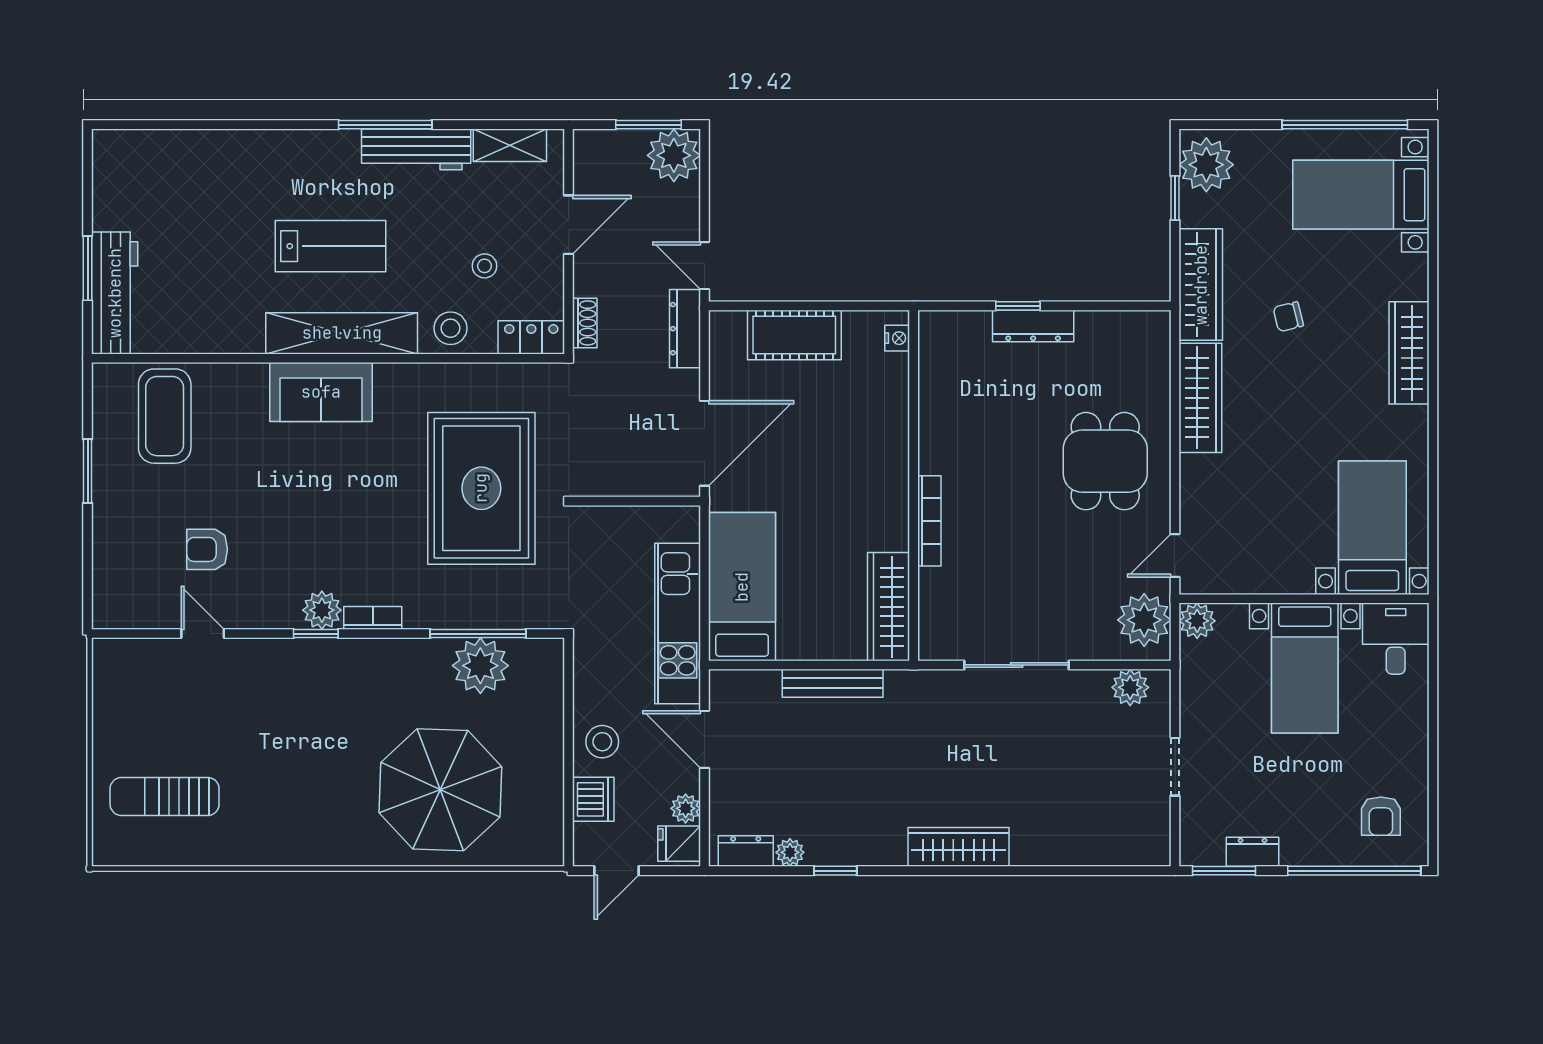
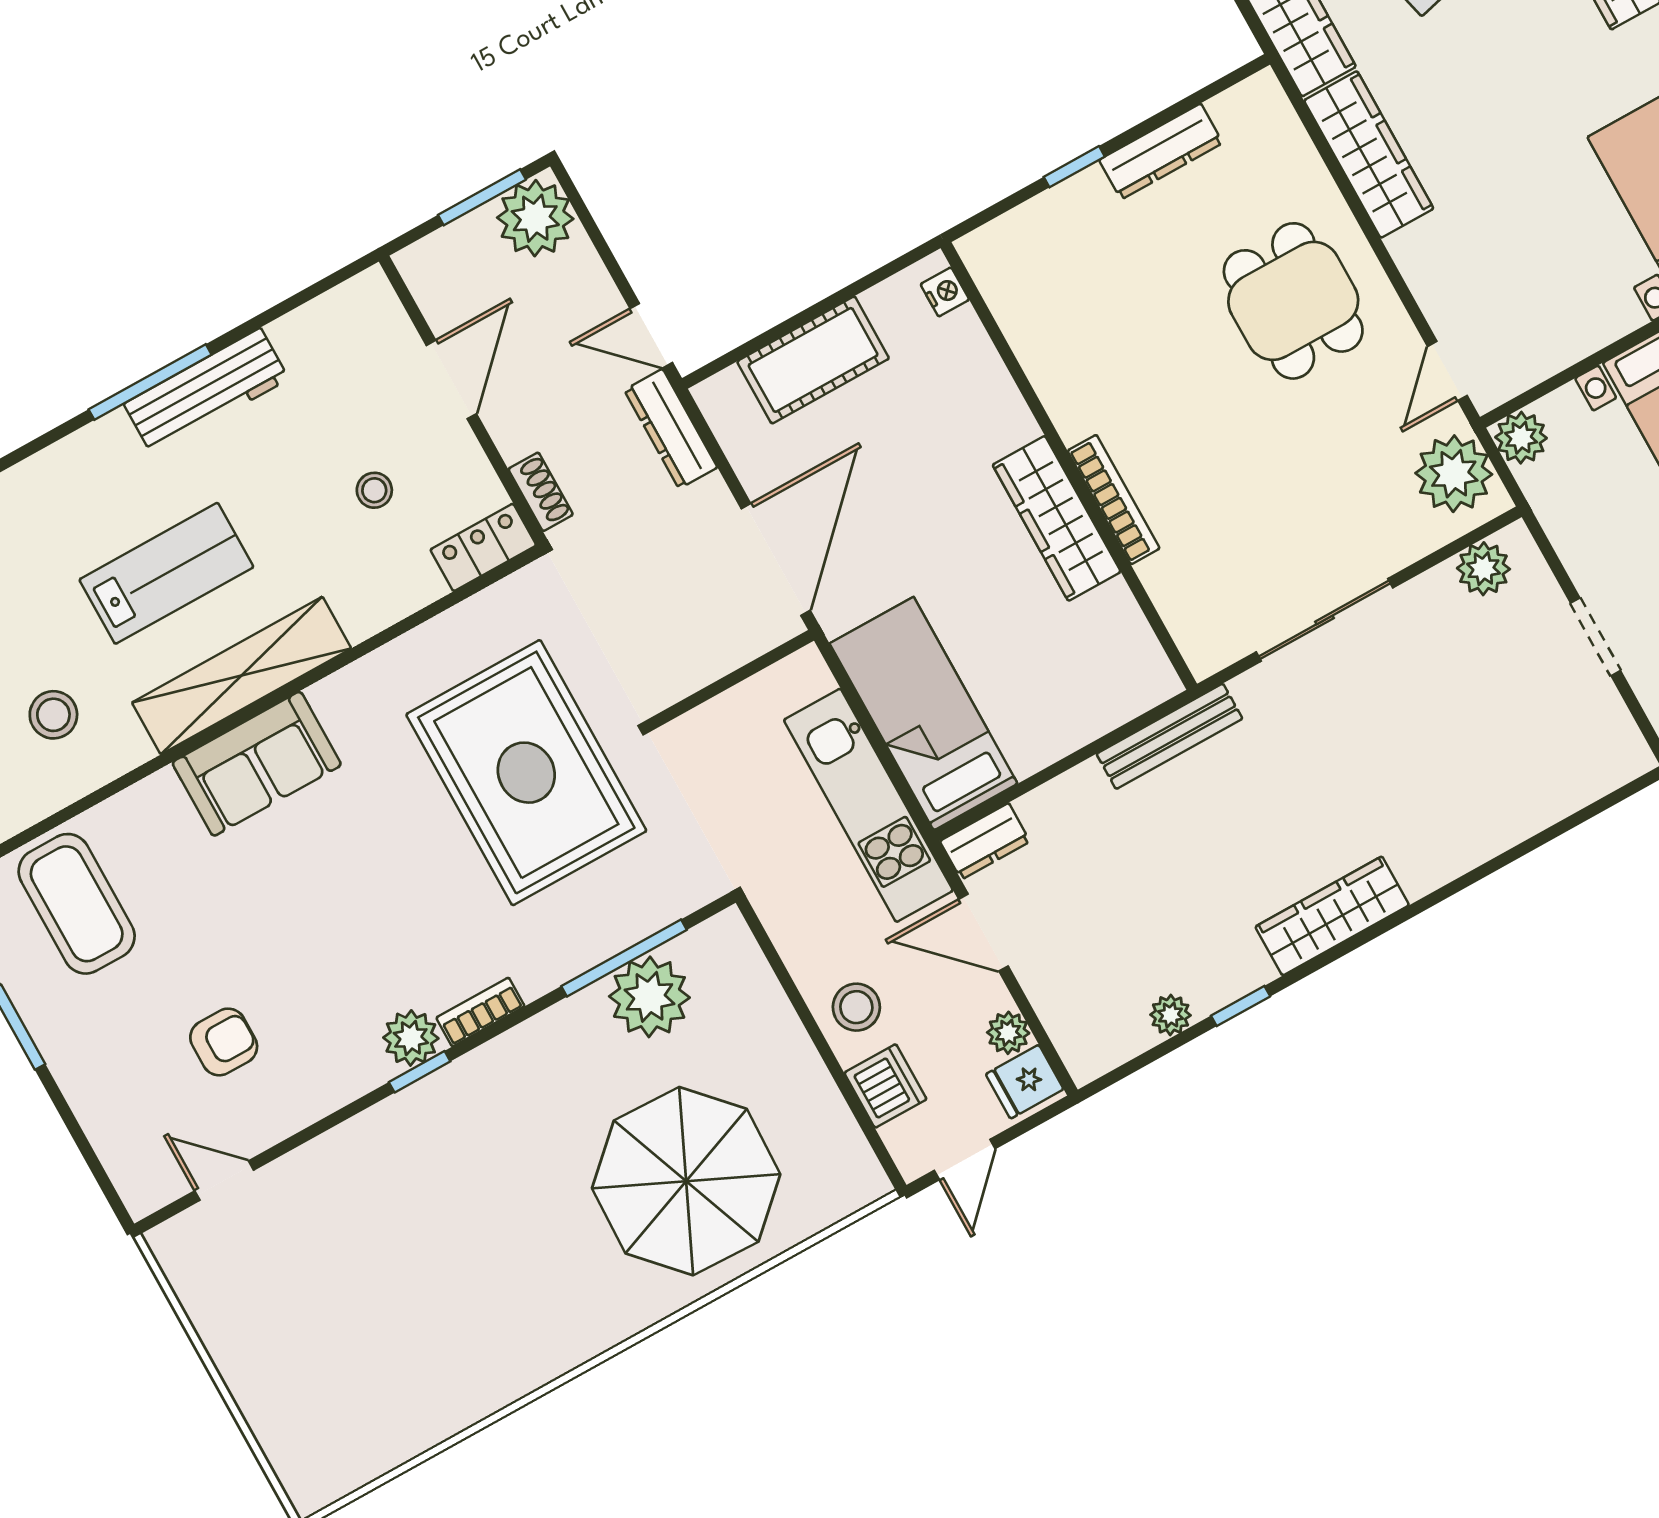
shelving: (510, 145) -> (322, 320), removed
dresser: (1033, 326) -> (1161, 152), moved
stool: (450, 328) -> (53, 715), moved
armchair: (207, 549) -> (224, 1042), turned 180
wardrobe: (888, 607) -> (1057, 518), moved
door: (203, 634) -> (224, 1181), moved
bench: (833, 683) -> (1169, 736), moved
sun lounger: (165, 796) -> (343, 1383), removed
wardrobe: (958, 847) -> (1332, 916), moved
dresser: (746, 851) -> (985, 841), moved, turned 180

